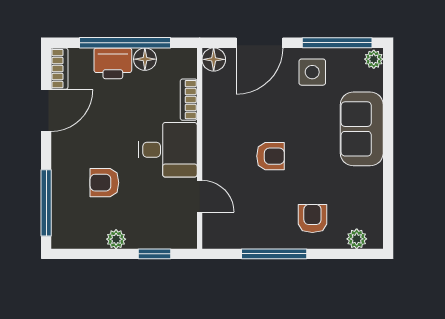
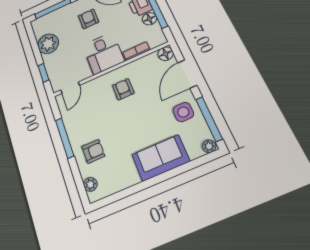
door: (259, 43) -> (187, 74), hinge flipped
armchair: (270, 156) -> (123, 89), moved, turned 180
armchair: (104, 183) -> (89, 19), moved
door: (200, 196) -> (70, 88), moved
plant: (116, 239) -> (48, 44), width x1.88, depth x1.88

